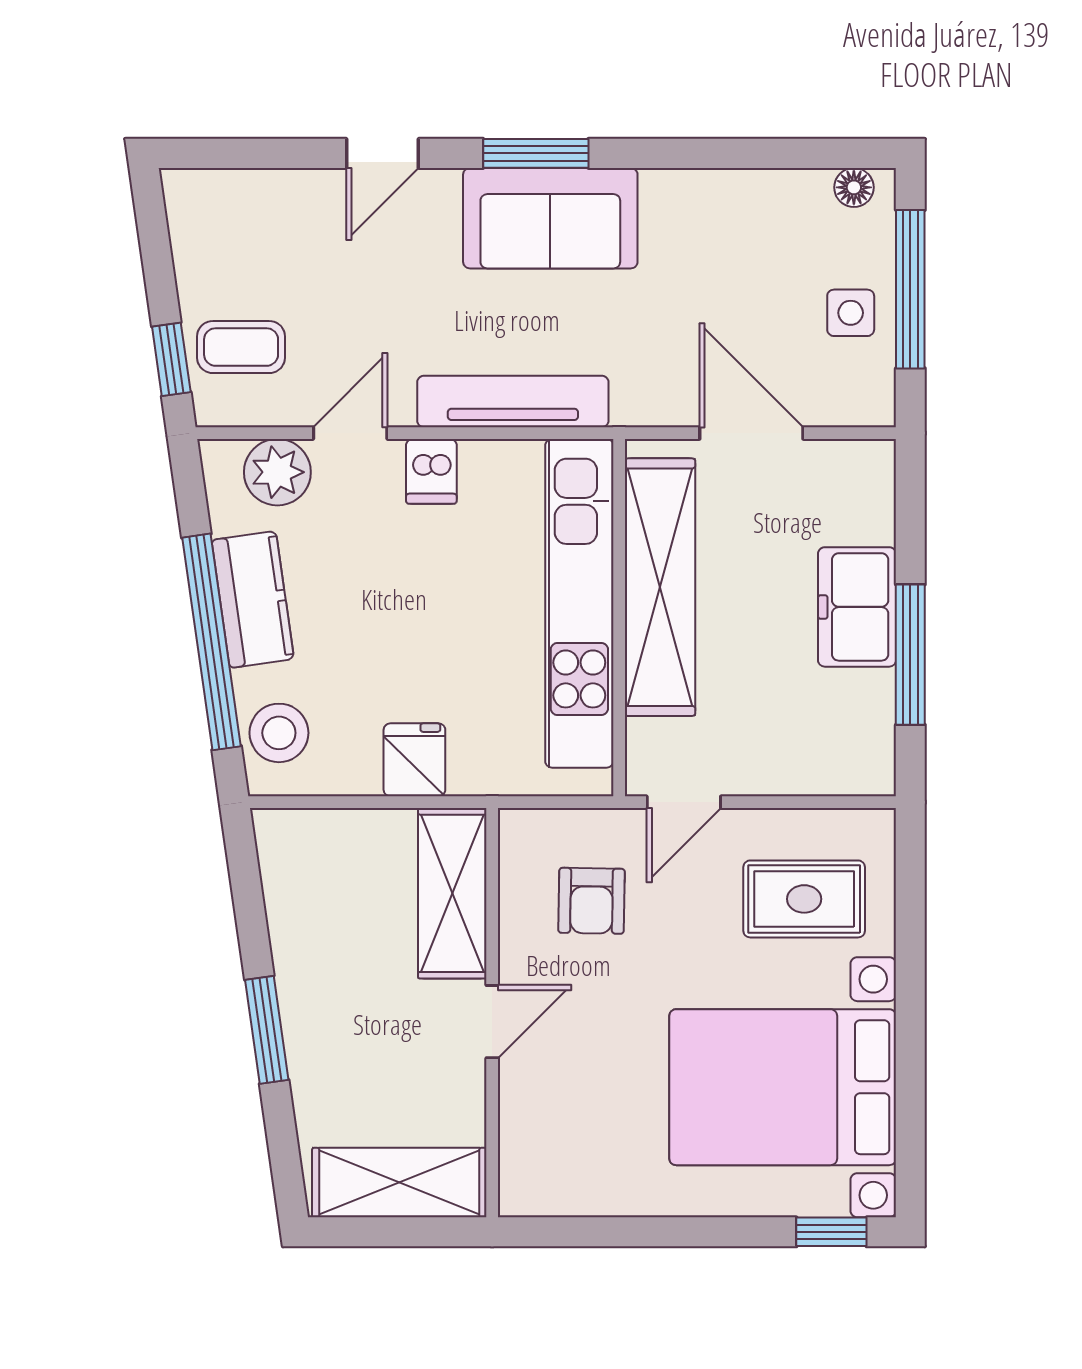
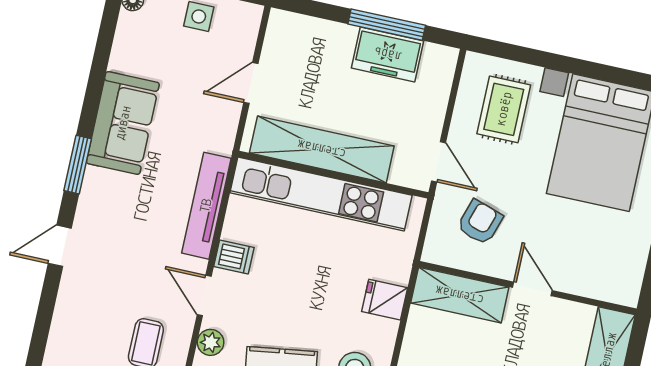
door: (382, 153) -> (60, 246), swing flipped
sofa: (550, 218) -> (123, 123), moved
door: (751, 433) -> (251, 83), width x0.73
plant: (277, 472) -> (211, 342), width x0.73, depth x0.73
freezer: (857, 607) -> (388, 54), moved
armchair: (592, 901) -> (480, 222), turned -73

